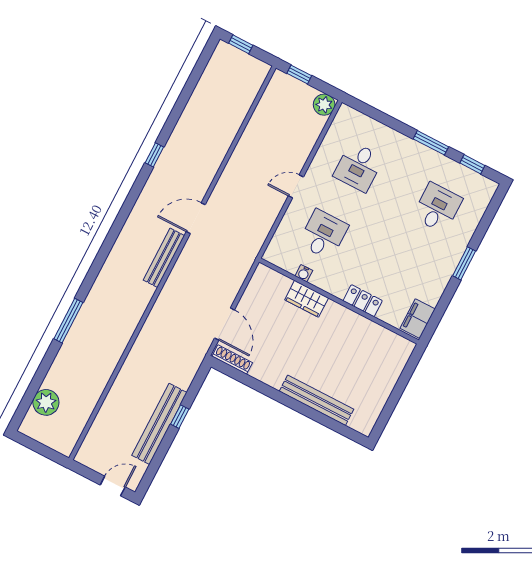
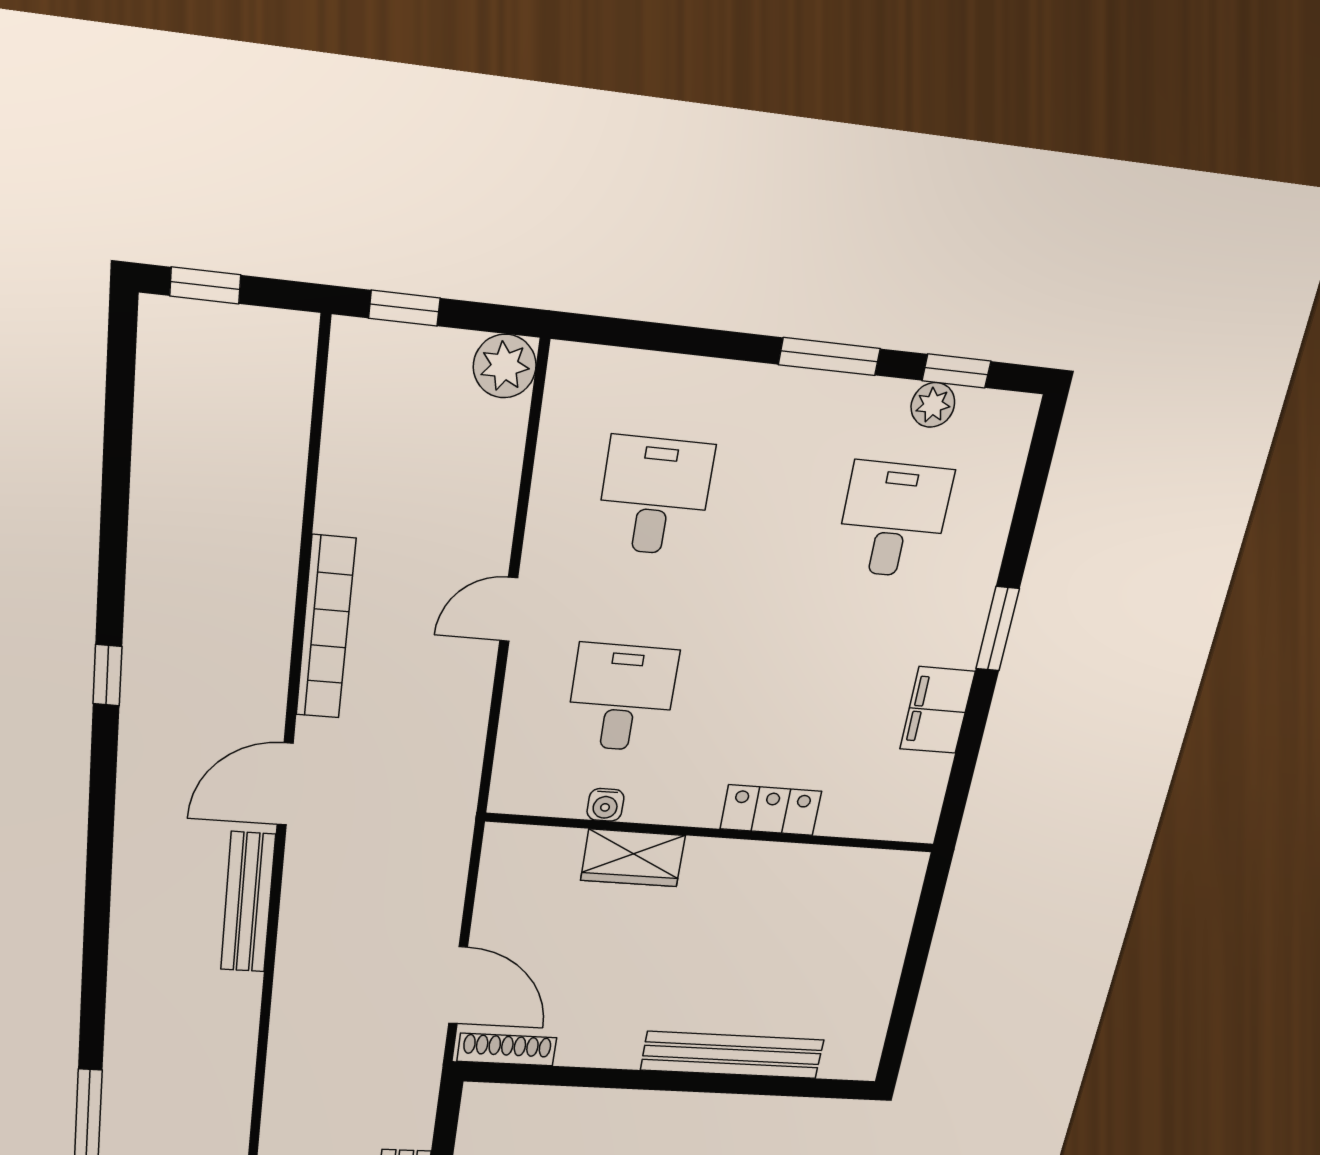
desk: (358, 167) -> (655, 496), turned 180
bookcase: (233, 168) -> (326, 628), added
plant: (461, 173) -> (933, 405), added
filing cabinet: (418, 319) -> (937, 710), moved

